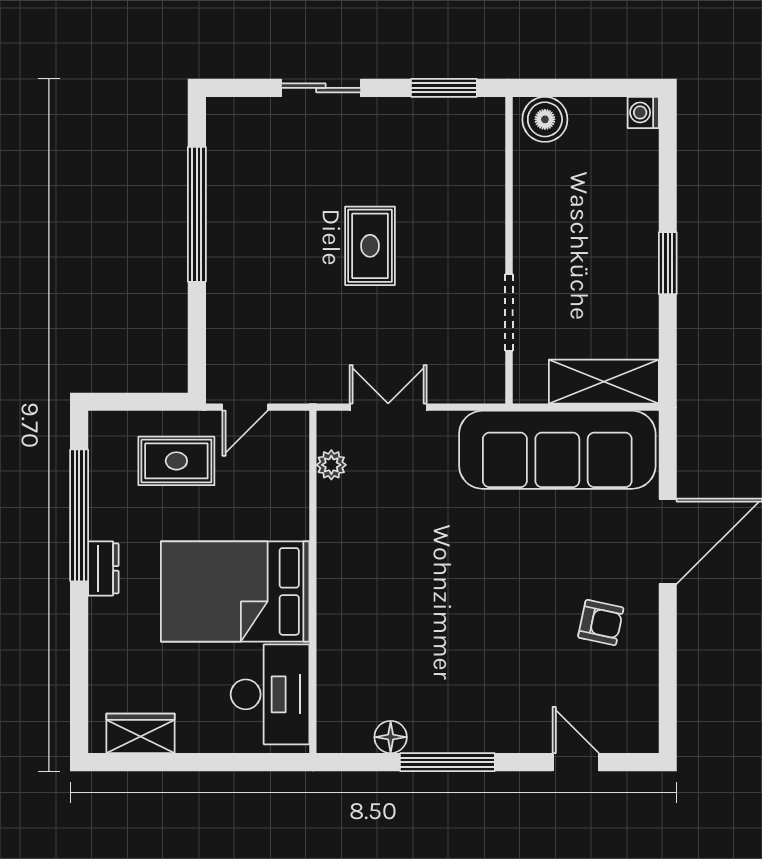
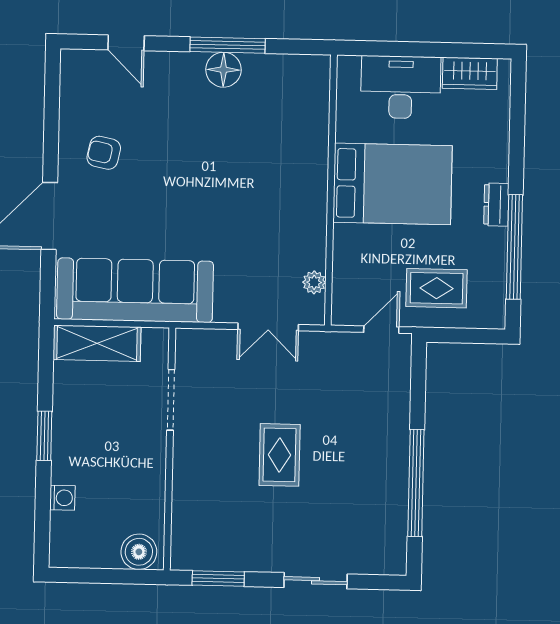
washing machine: (643, 112) -> (62, 498), moved
desk: (270, 694) -> (401, 87), moved, turned 90
floor lamp: (391, 737) -> (223, 70), moved, width x1.38, depth x1.38

